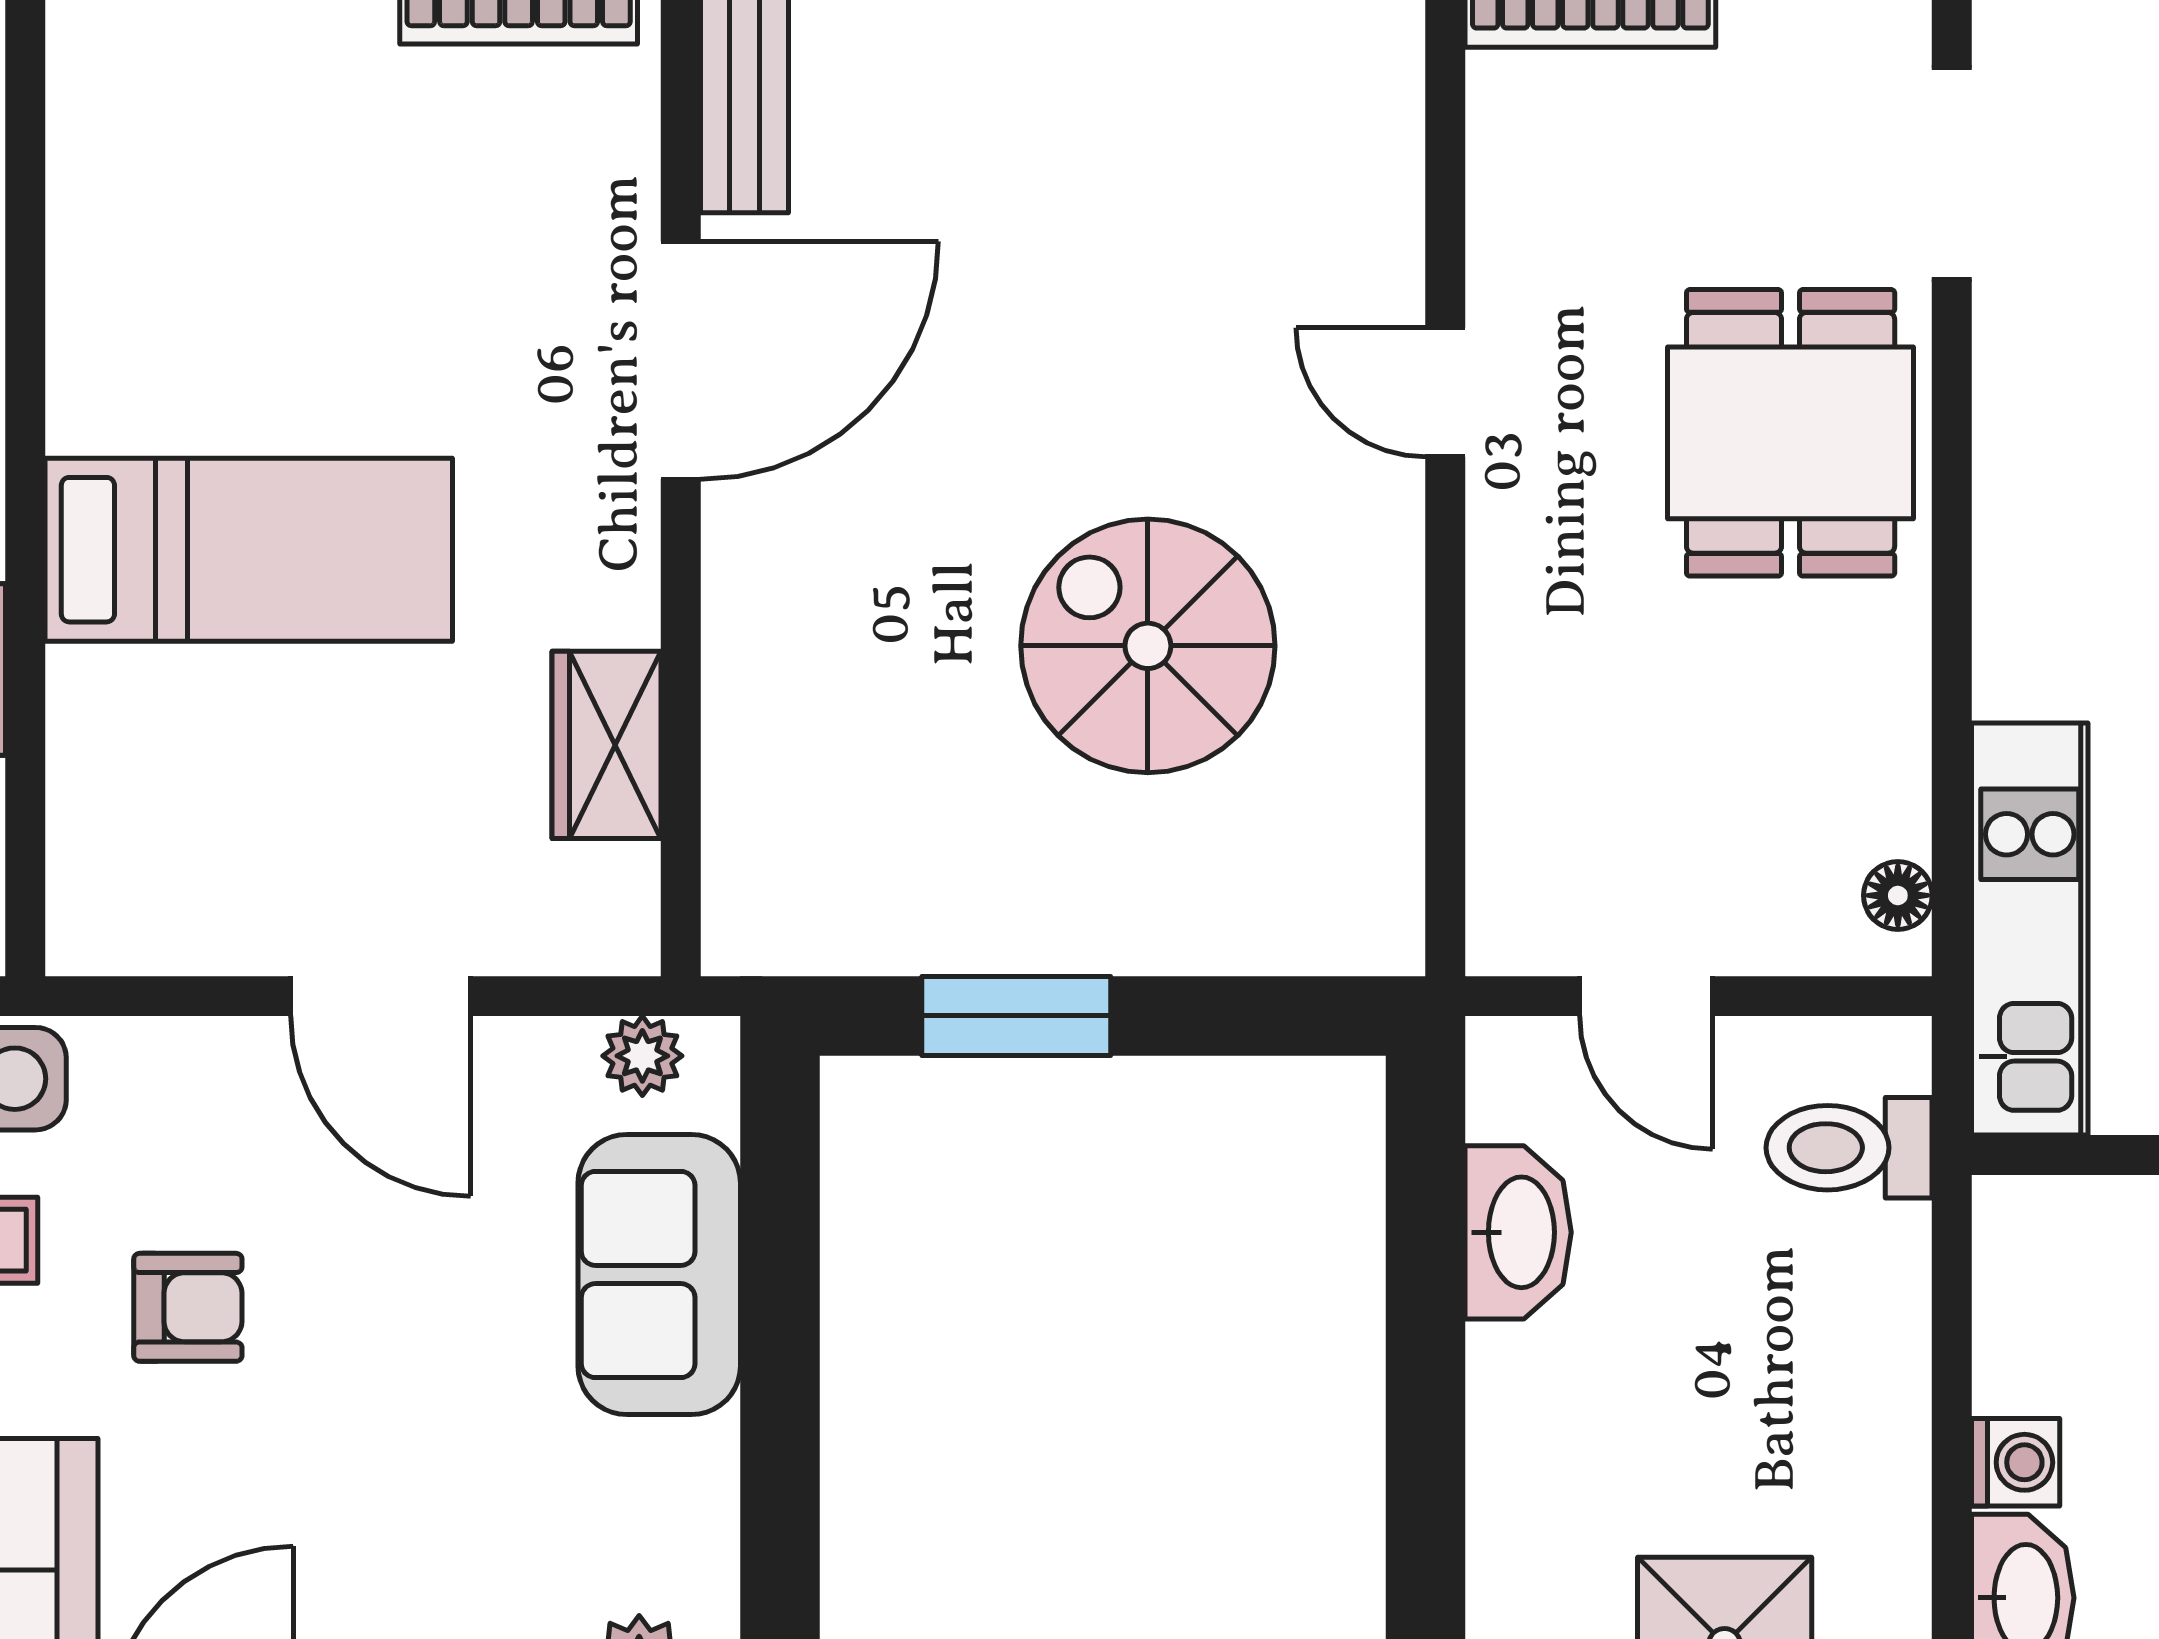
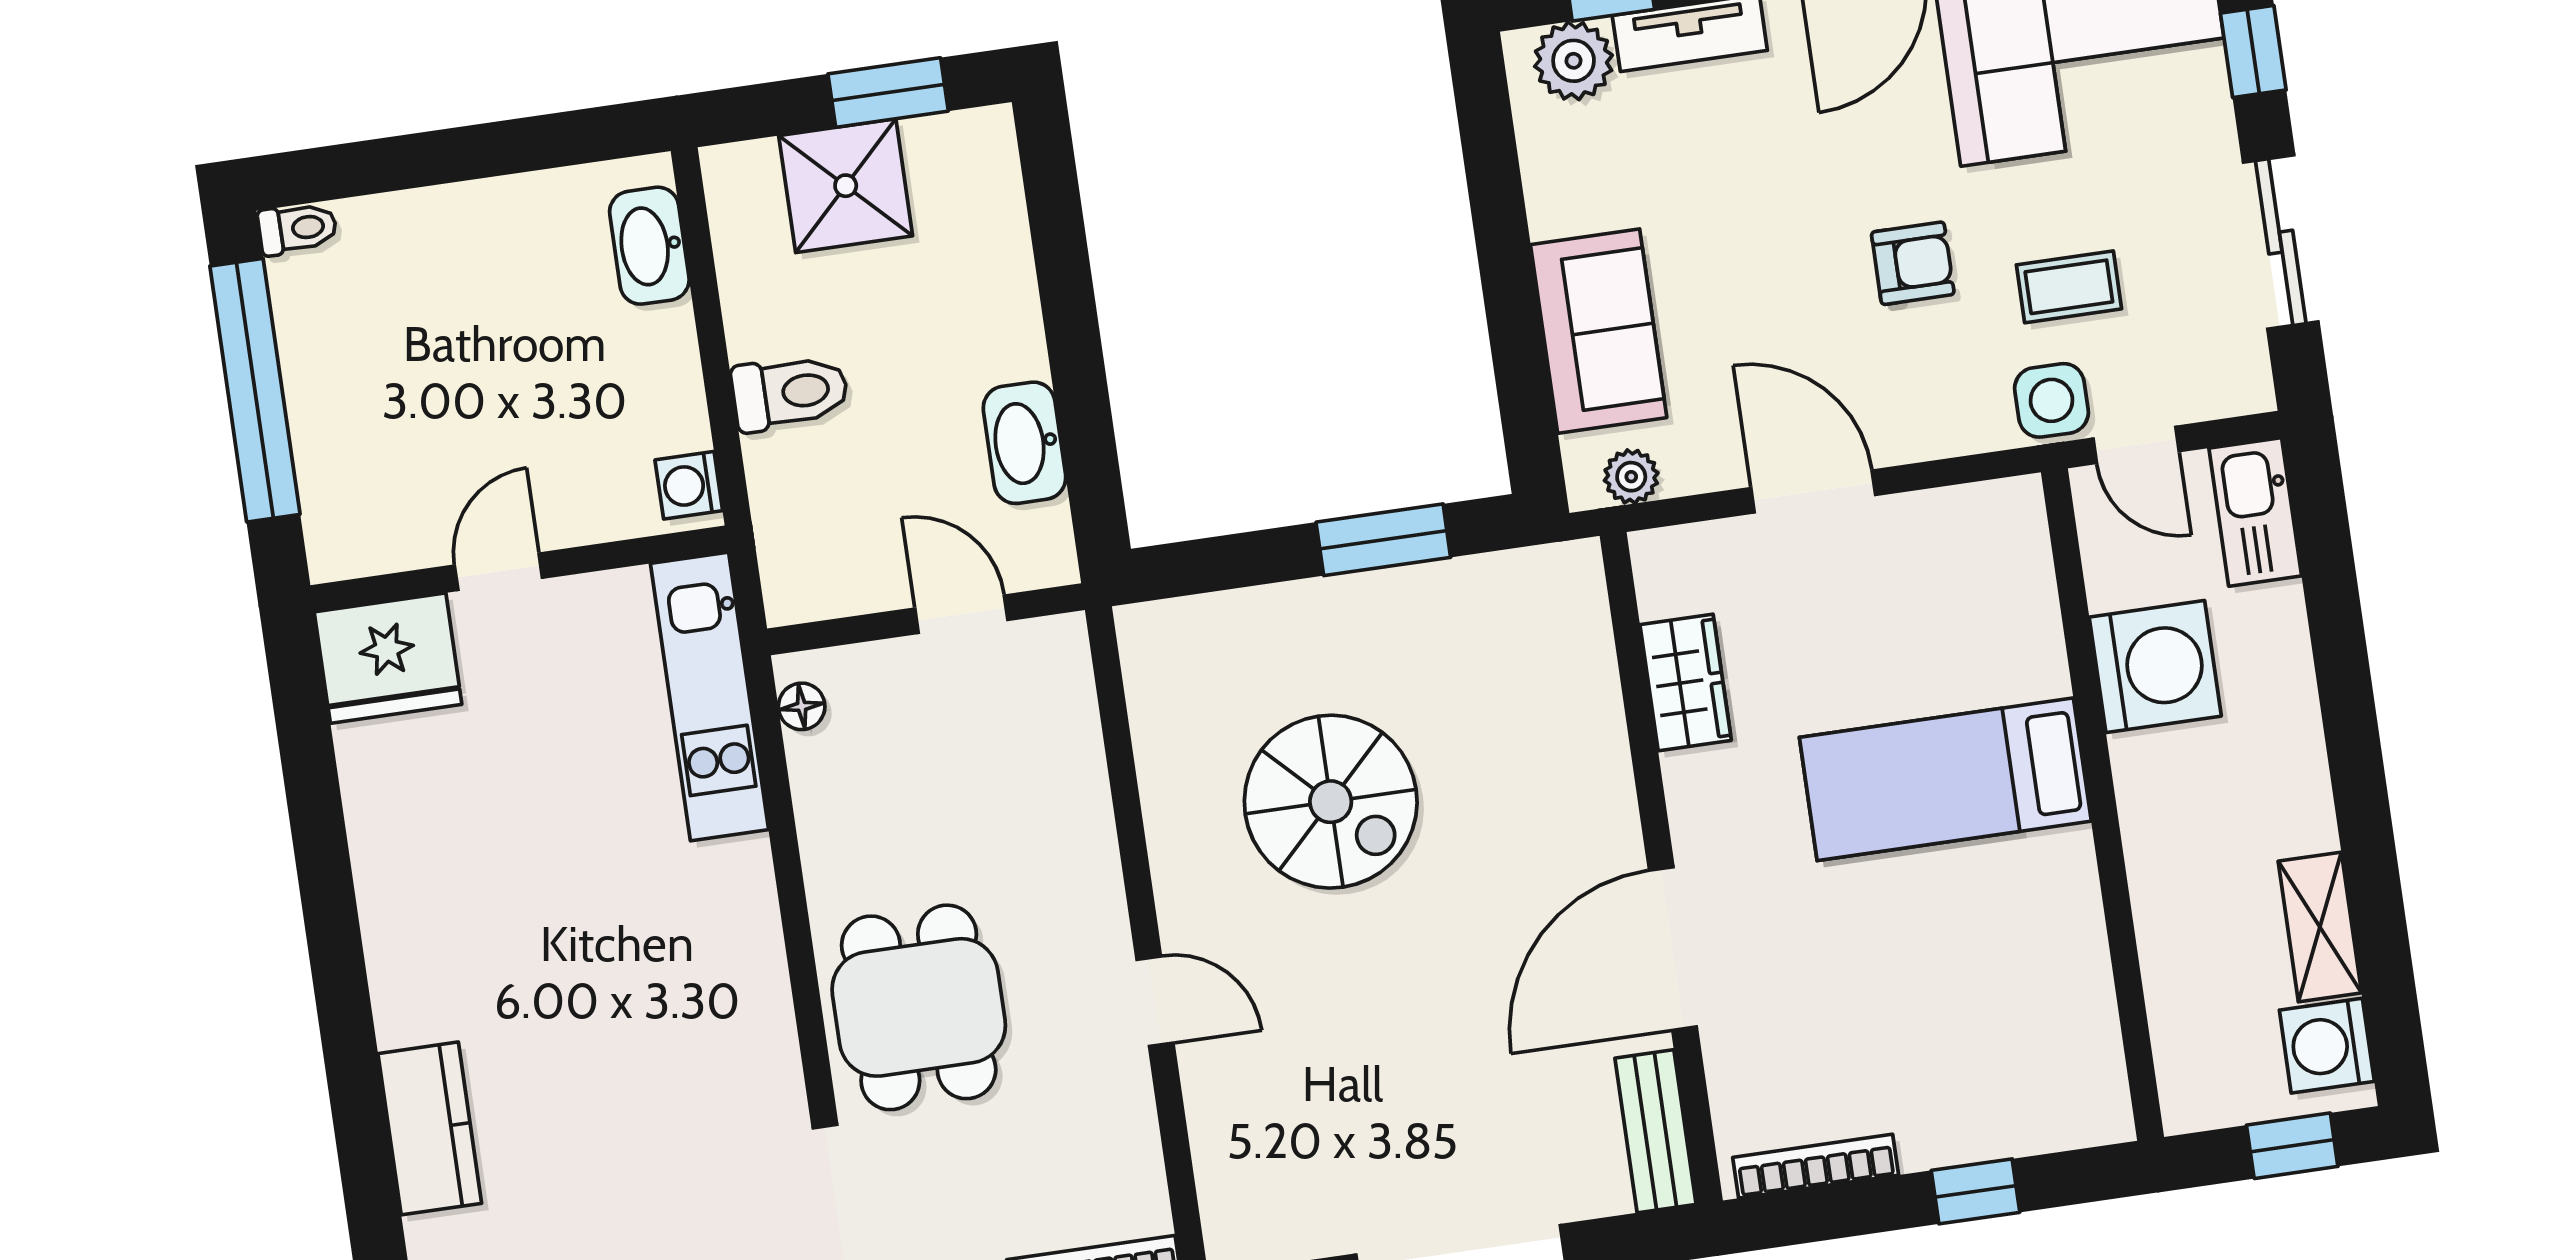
toilet: (1849, 1148) -> (790, 393), moved
armchair: (188, 1307) -> (1913, 263), turned 180
washing machine: (2016, 1462) -> (689, 485), moved

